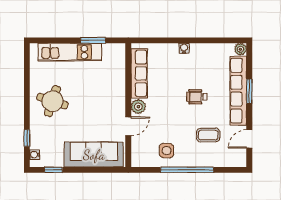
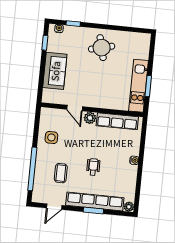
kitchen unit: (70, 52) -> (139, 86), moved
round table: (52, 101) -> (102, 48), turned -32
door: (249, 139) -> (54, 207), swing flipped
sofa: (94, 155) -> (55, 71), width x0.73
window: (187, 170) -> (32, 169), moved

